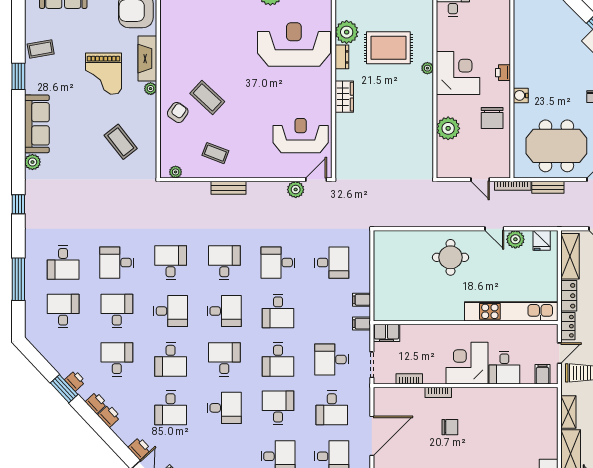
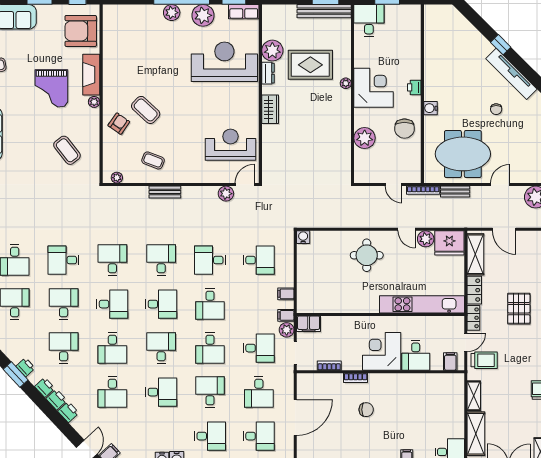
water cooler: (381, 237) -> (303, 237), added
fridge: (542, 240) -> (449, 243), width x1.88, depth x1.34
plant: (362, 339) -> (287, 330), added
desk: (332, 359) -> (259, 348), turned 180
printer: (140, 448) -> (68, 412), moved

